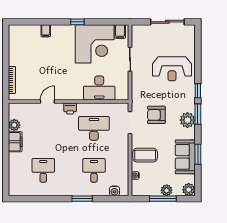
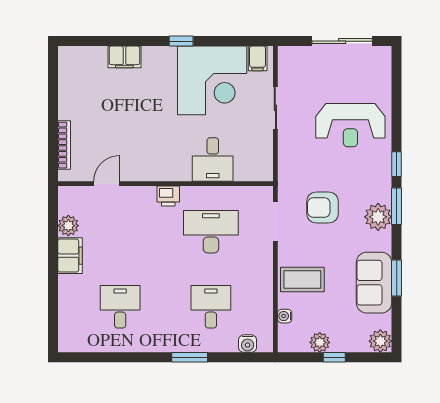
filing cabinet: (46, 31) -> (124, 57), width x2.00
desk: (99, 88) -> (213, 159), width x0.73
door: (47, 102) -> (107, 184), moved
plant: (167, 190) -> (320, 342), moved
window: (163, 199) -> (334, 357), width x0.46

